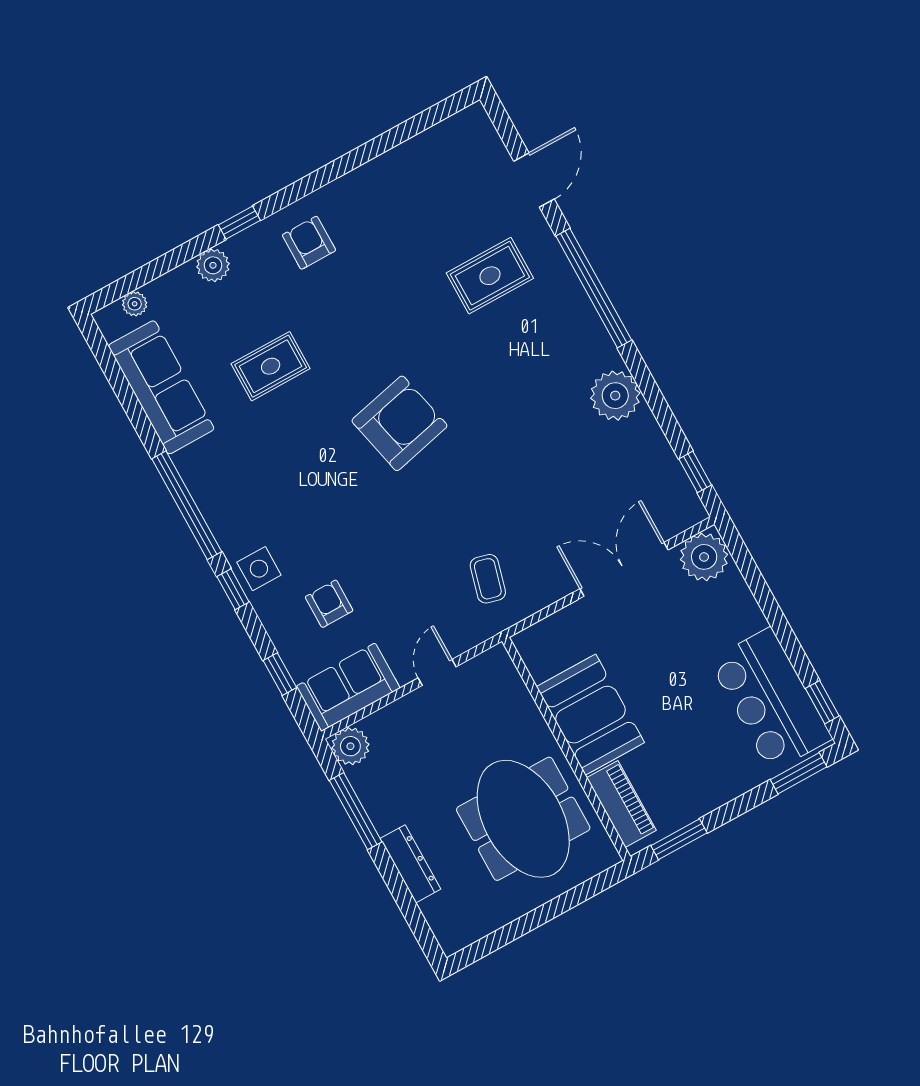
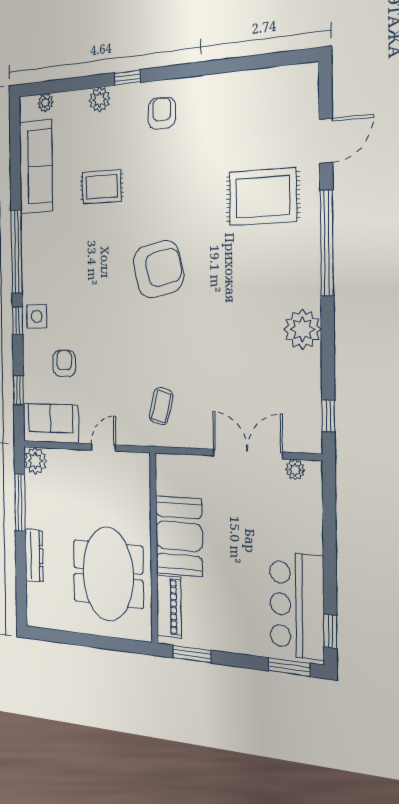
rug: (490, 276) -> (263, 197), width x1.36, depth x1.43
plant: (704, 557) -> (295, 470), width x0.53, depth x0.53

